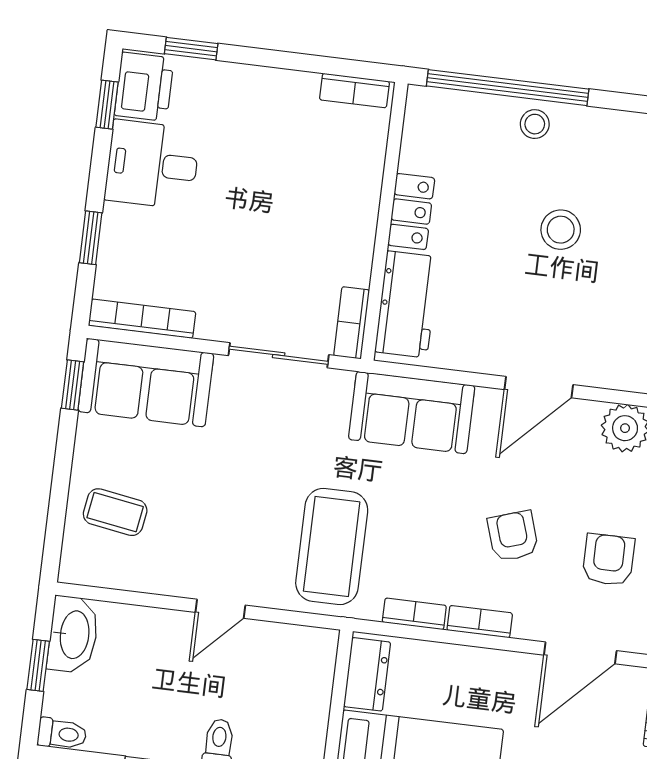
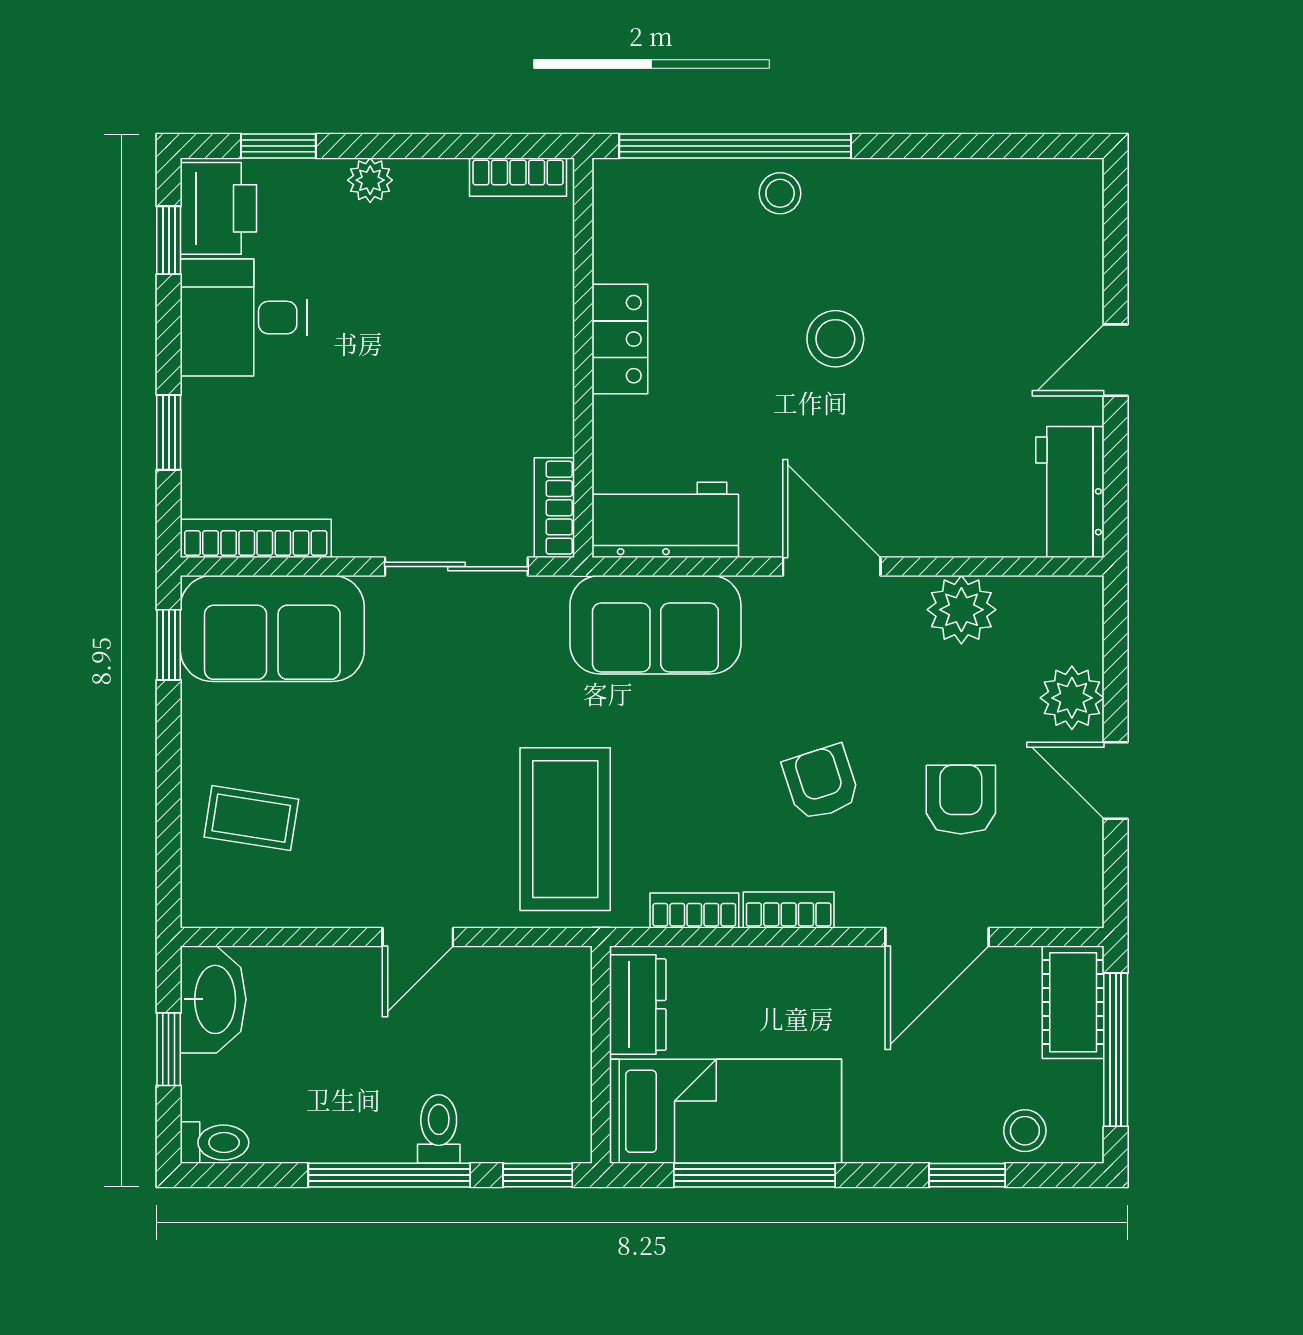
plant: (252, 80) -> (370, 180), added
workbench: (407, 304) -> (665, 520), moved, turned -90
door: (539, 387) -> (832, 567), swing flipped

